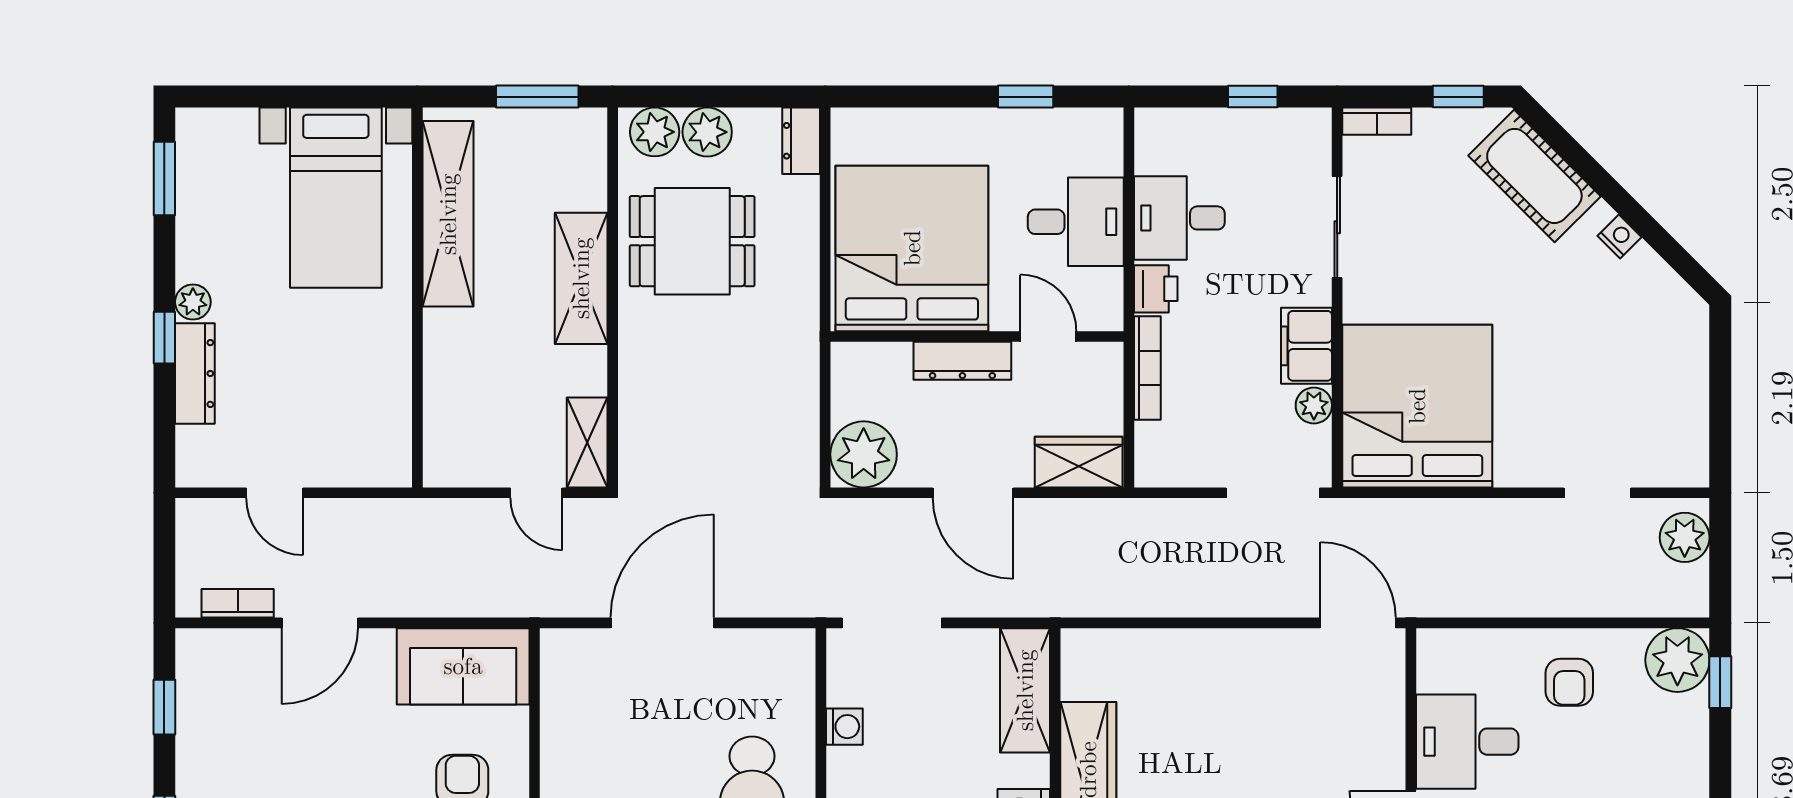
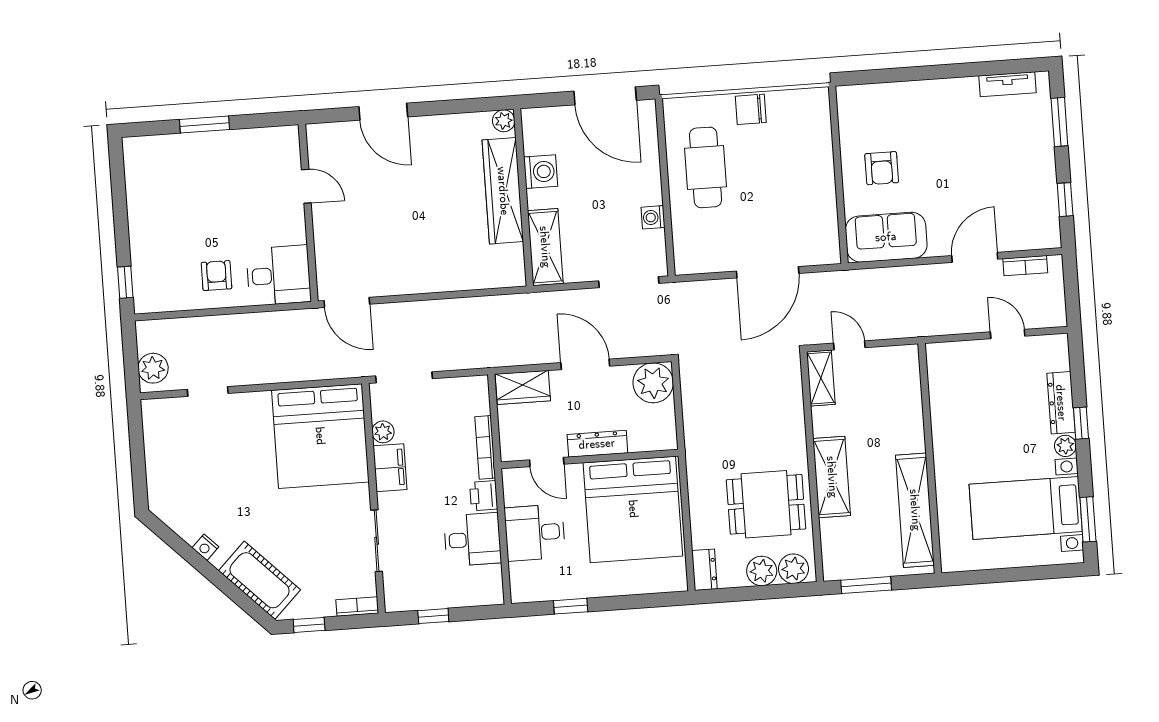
bed with nightstands: (336, 198) -> (1026, 508), moved, turned -90
plant: (1677, 660) -> (152, 294), removed
desk: (1467, 742) -> (279, 275), moved

